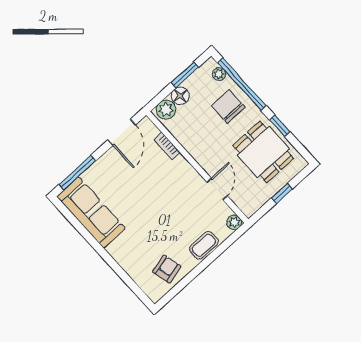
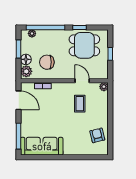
chair: (228, 107) -> (47, 62), moved
coffee table: (204, 245) -> (80, 104), moved

